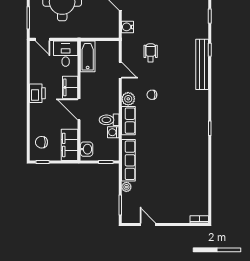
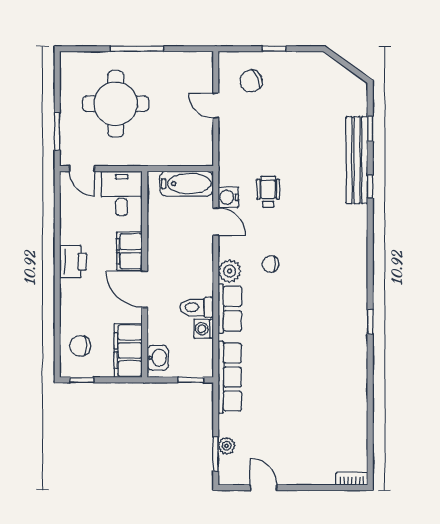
water cooler: (127, 27) -> (228, 197), moved
bathtub: (88, 56) -> (187, 184), moved, turned 90
bench: (202, 64) -> (357, 160), moved
plant: (126, 187) -> (226, 446), moved

